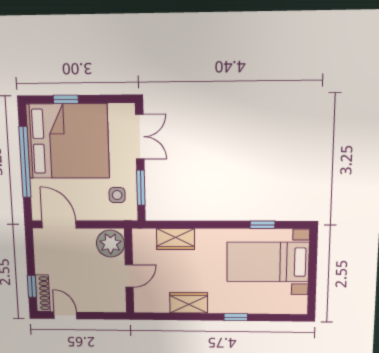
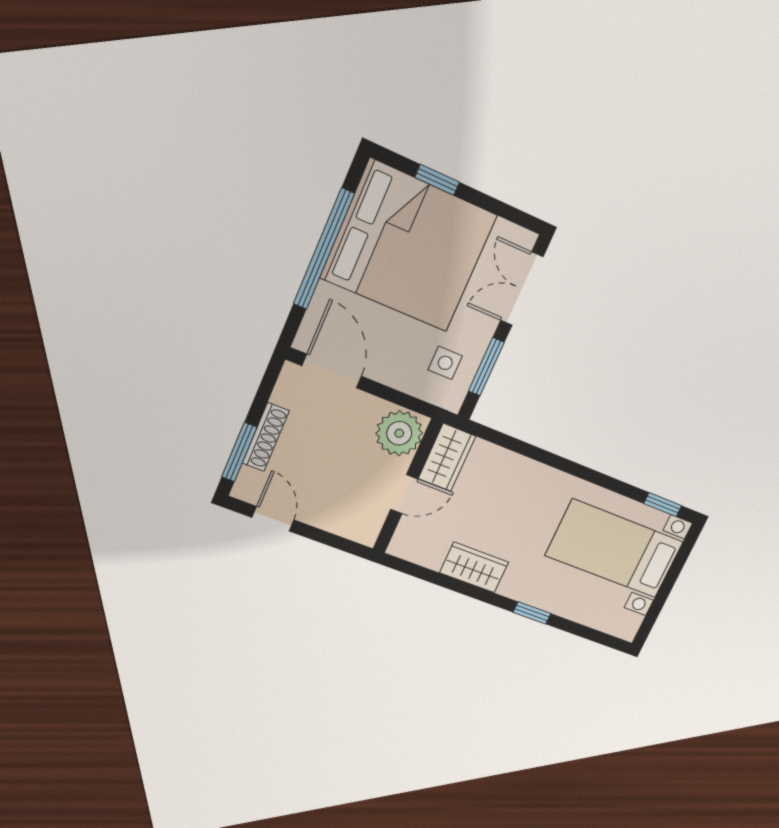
double door: (140, 137) -> (522, 289), swing flipped
window: (263, 225) -> (663, 505), moved
wardrobe: (175, 239) -> (447, 457), moved, turned -90
window: (32, 286) -> (239, 452), width x1.50
shoe rack: (43, 293) -> (266, 437), moved

